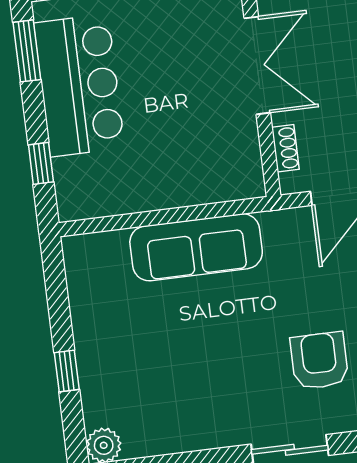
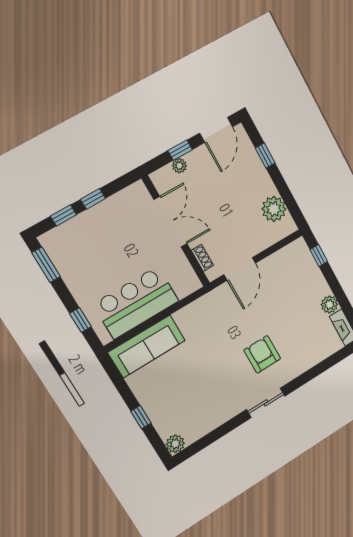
bar counter: (79, 85) -> (136, 303), moved, turned -90
sofa: (196, 247) -> (147, 346), moved

